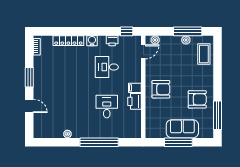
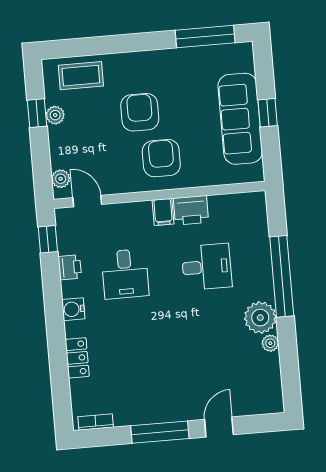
window: (188, 31) -> (37, 113), width x0.46
locker: (68, 41) -> (77, 358), width x0.66
window: (29, 77) -> (160, 432), width x1.44
armchair: (197, 99) -> (140, 112), moved
desk: (107, 107) -> (207, 267), turned 180
sofa: (182, 129) -> (240, 119), width x1.36
plant: (80, 130) -> (260, 318), added
window: (178, 142) -> (268, 113), width x0.46

